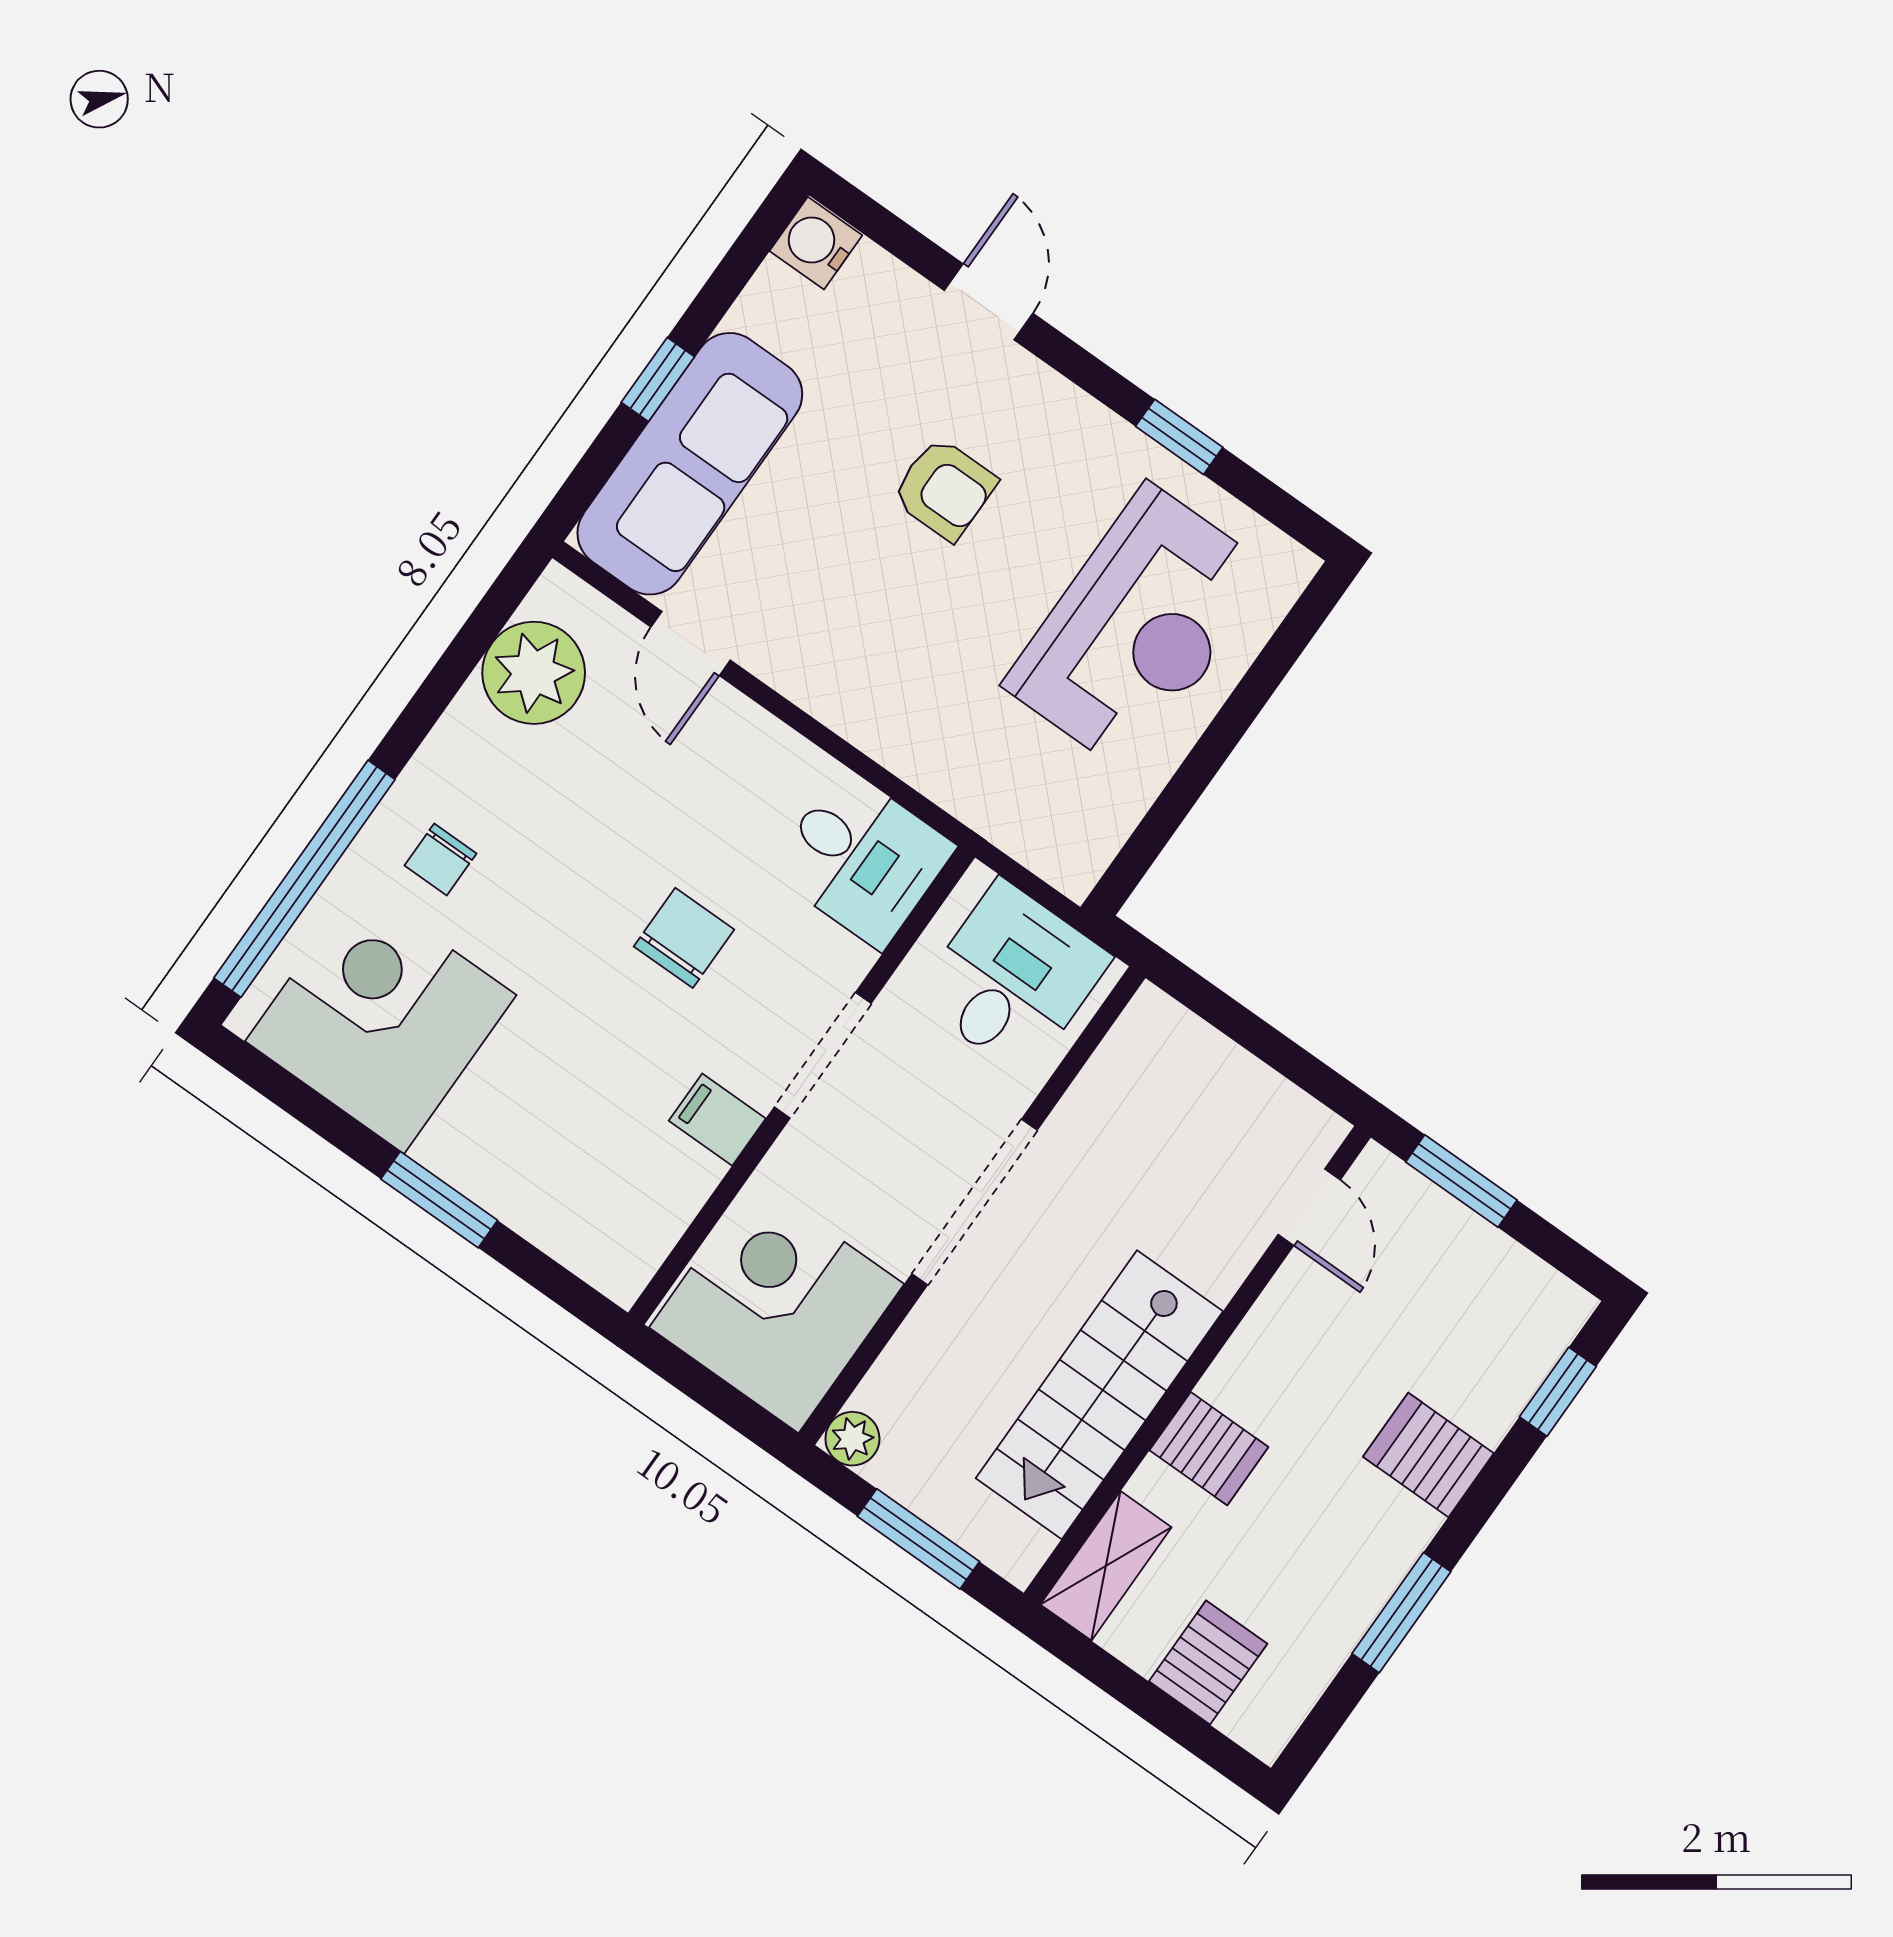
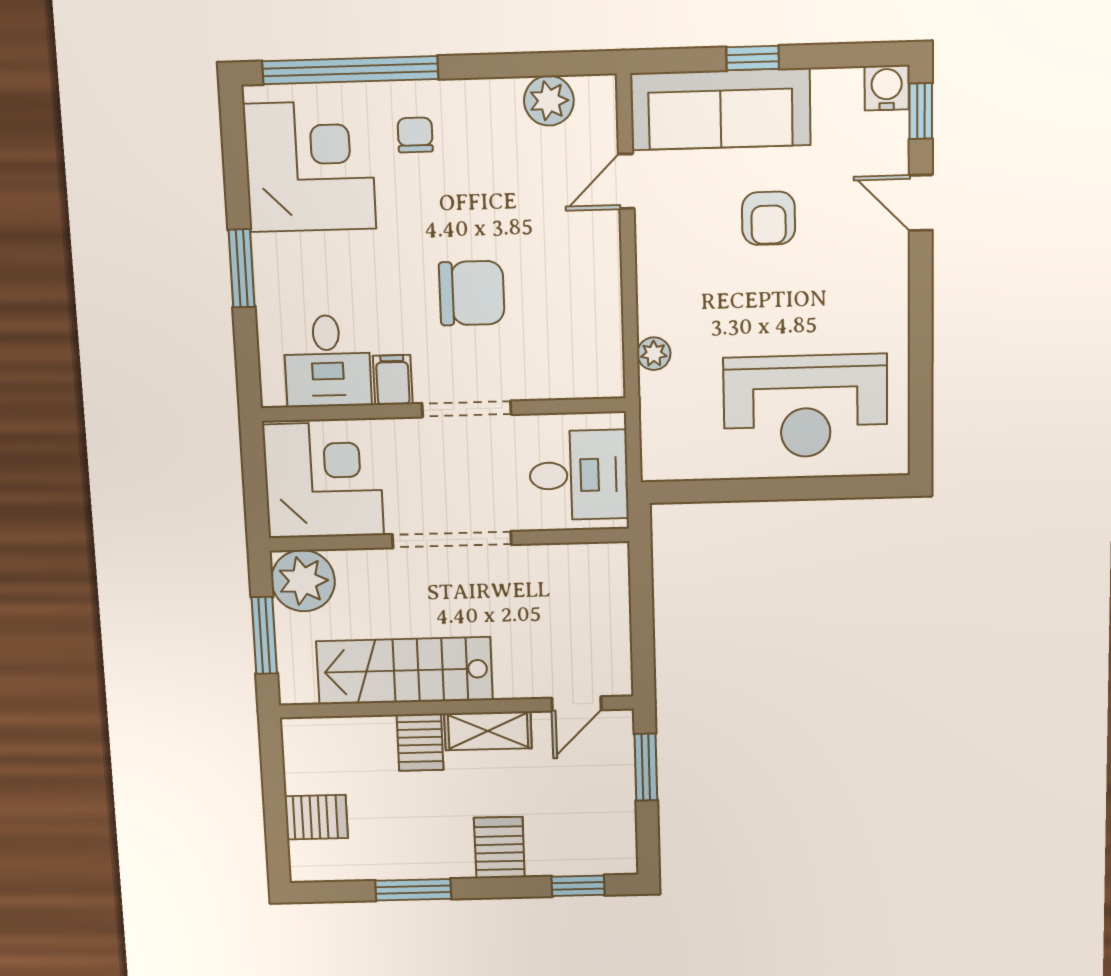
door: (989, 302) -> (921, 203), swing flipped
window: (1179, 437) -> (921, 111), moved
armchair: (944, 489) -> (769, 218), moved
plant: (534, 673) -> (549, 101), width x0.73, depth x0.73
plant: (929, 768) -> (654, 354), added
chair: (440, 859) -> (415, 135), turned 90
desk: (862, 859) -> (327, 361), moved
chair: (684, 938) -> (472, 293), width x1.37, depth x1.37
plant: (852, 1439) -> (303, 581), width x1.88, depth x1.88
shelving: (1106, 1566) -> (488, 731), moved

